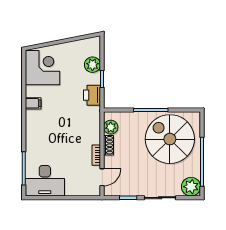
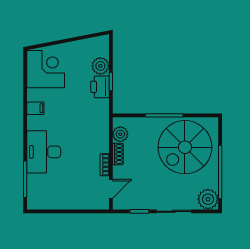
printer: (92, 95) -> (100, 87), moved
spiral stairs: (170, 139) -> (185, 147), turned -90
desk: (45, 181) -> (44, 152), moved, turned 90

